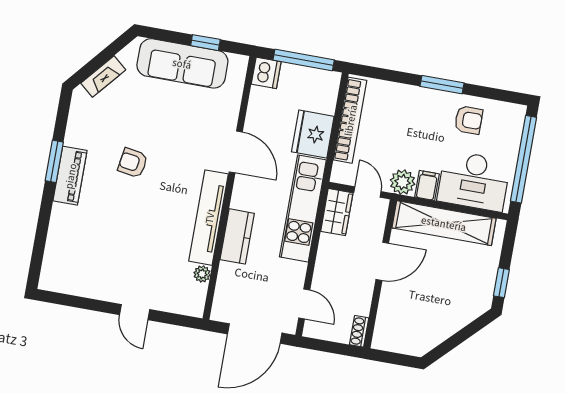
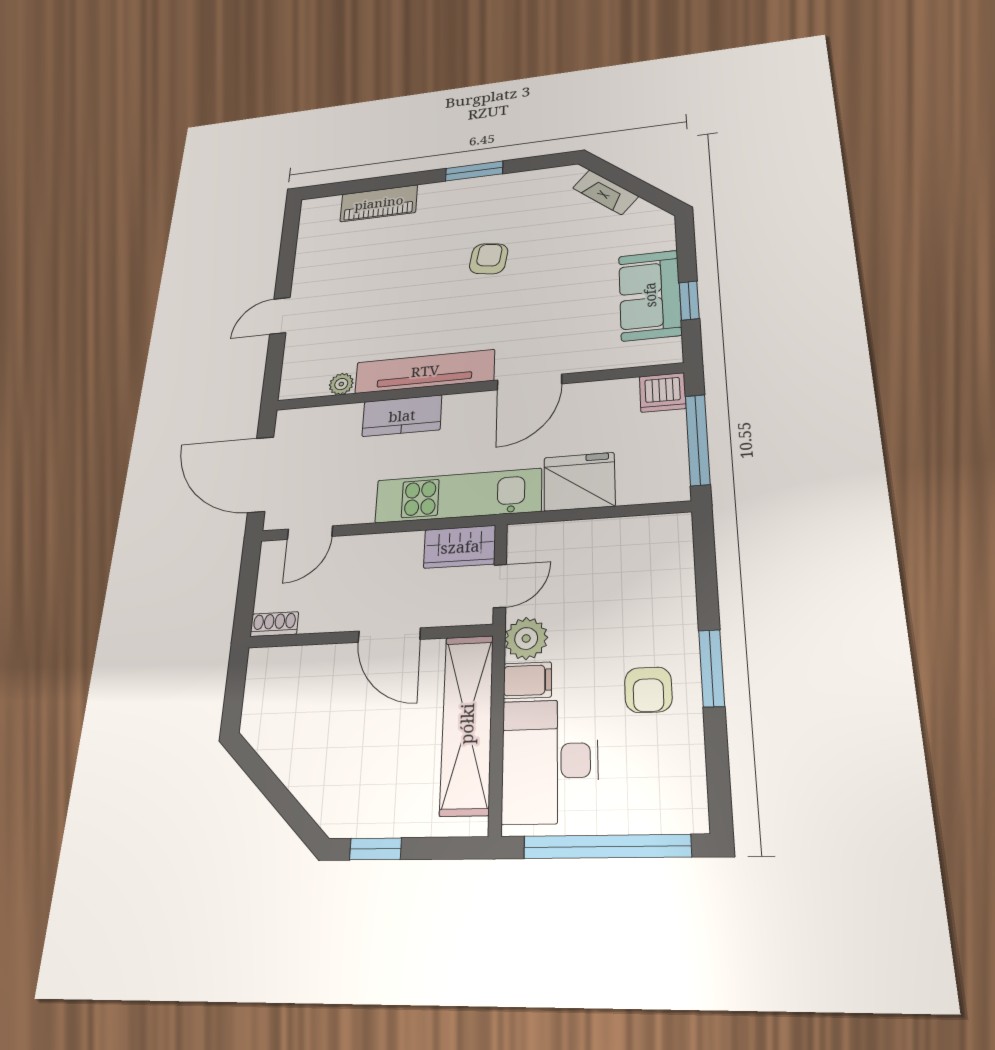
sofa: (182, 63) -> (650, 295), width x0.73
bookcase: (350, 120) -> (614, 532), removed
armchair: (469, 120) -> (648, 690), moved
piano: (70, 176) -> (379, 203), moved

